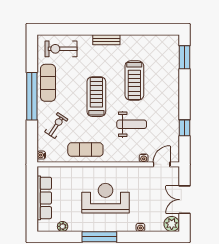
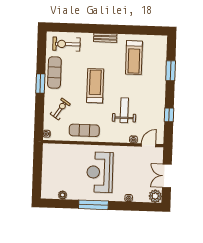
window: (184, 57) -> (171, 71), moved
treadmill: (134, 81) -> (134, 58), moved
window: (32, 96) -> (40, 84), width x0.47
weight bench: (132, 124) -> (124, 110), turned -90
row of seats: (44, 198) -> (48, 170), removed
reception desk: (105, 198) -> (100, 172), turned -90

